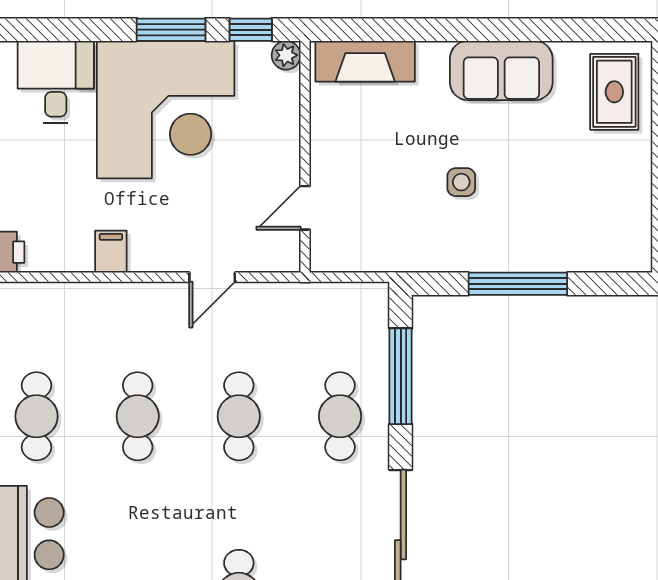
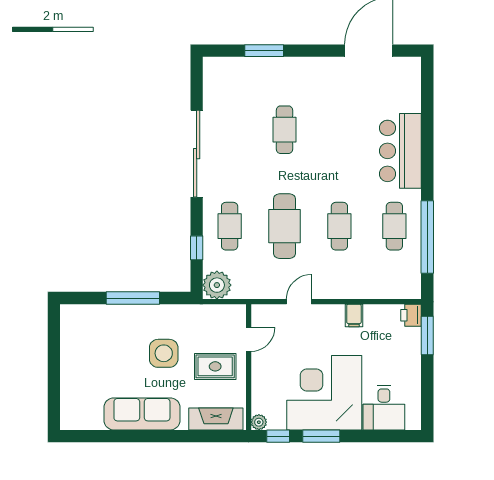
sofa: (501, 70) -> (142, 414), width x1.36
rug: (614, 92) -> (215, 366), moved, turned 90
side table: (461, 182) -> (164, 353), width x1.87, depth x1.87
plant: (363, 308) -> (217, 285), added
window: (401, 376) -> (197, 248), width x0.46
cafe table: (239, 416) -> (284, 226), width x1.37, depth x1.35

